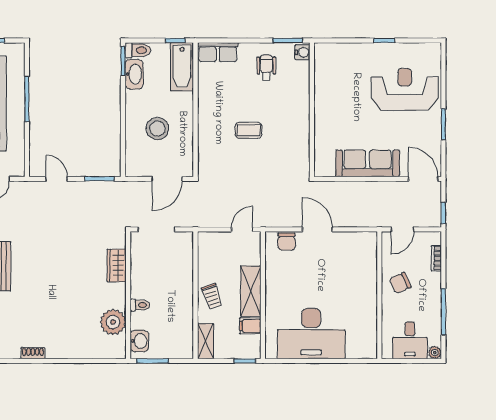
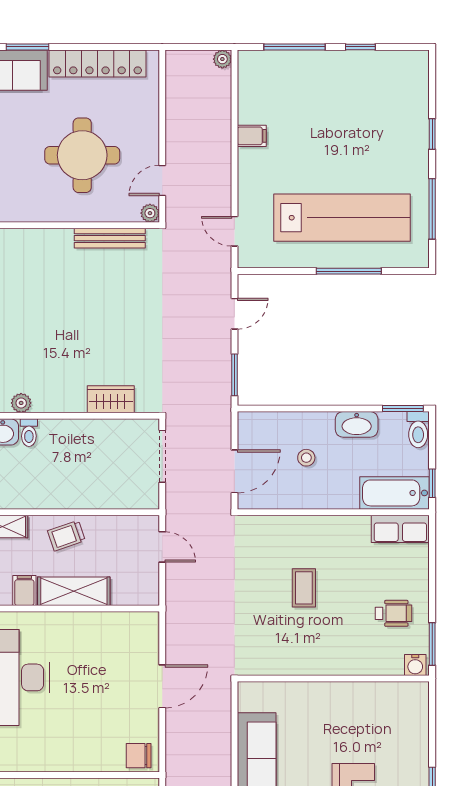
row of seats: (218, 52) -> (400, 529), moved, turned -90
washbasin: (134, 74) -> (357, 424), moved
stool: (157, 129) -> (306, 458), width x0.53, depth x0.53
door: (167, 179) -> (234, 471), swing flipped
door: (242, 229) -> (162, 547), moved
chair: (287, 242) -> (139, 756), moved
toilet: (140, 305) -> (29, 433), moved
plant: (113, 322) -> (21, 403), width x0.53, depth x0.53

